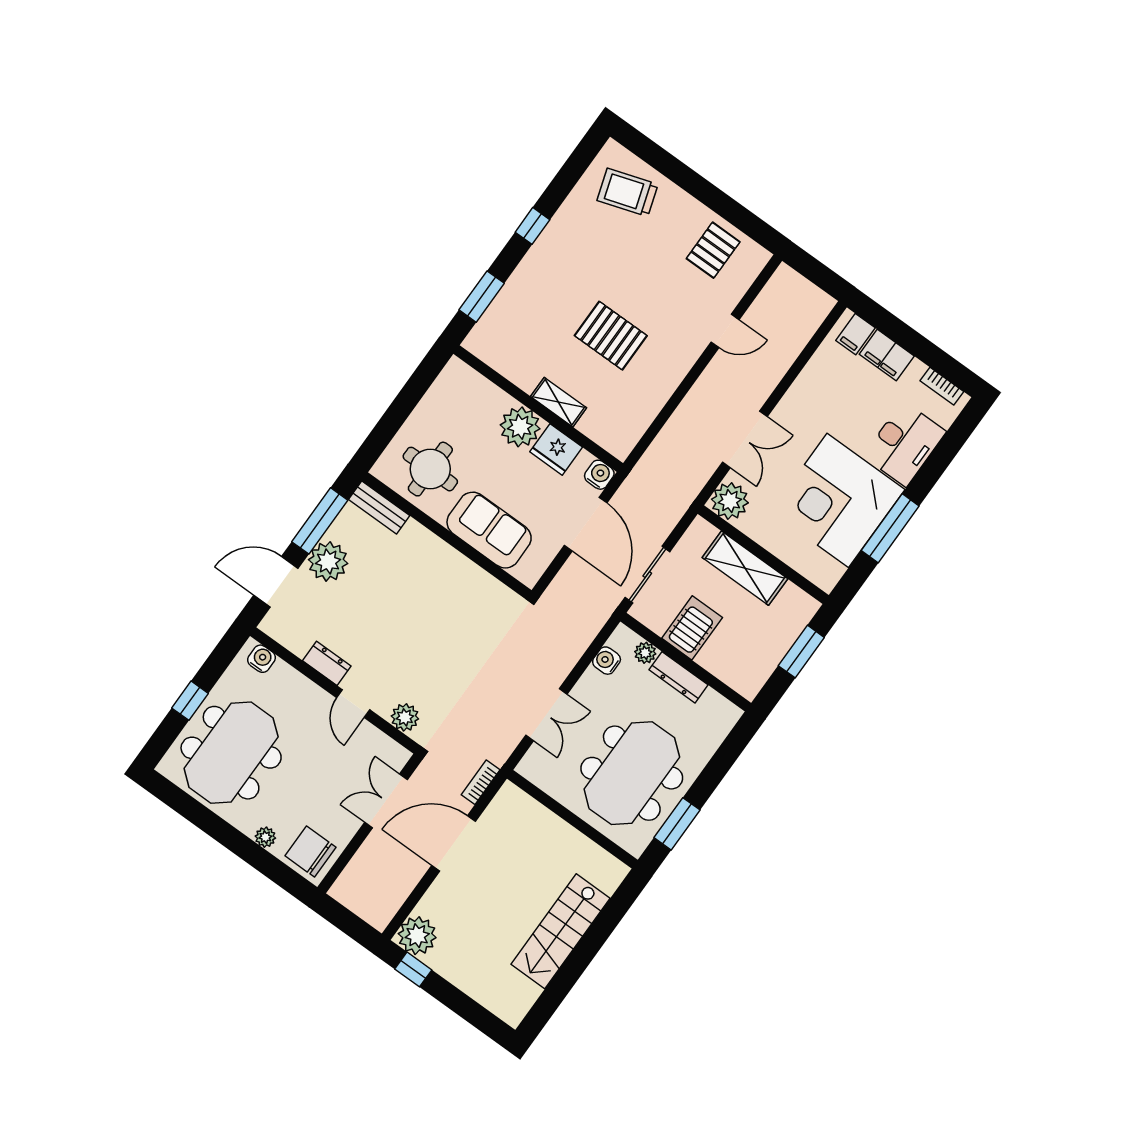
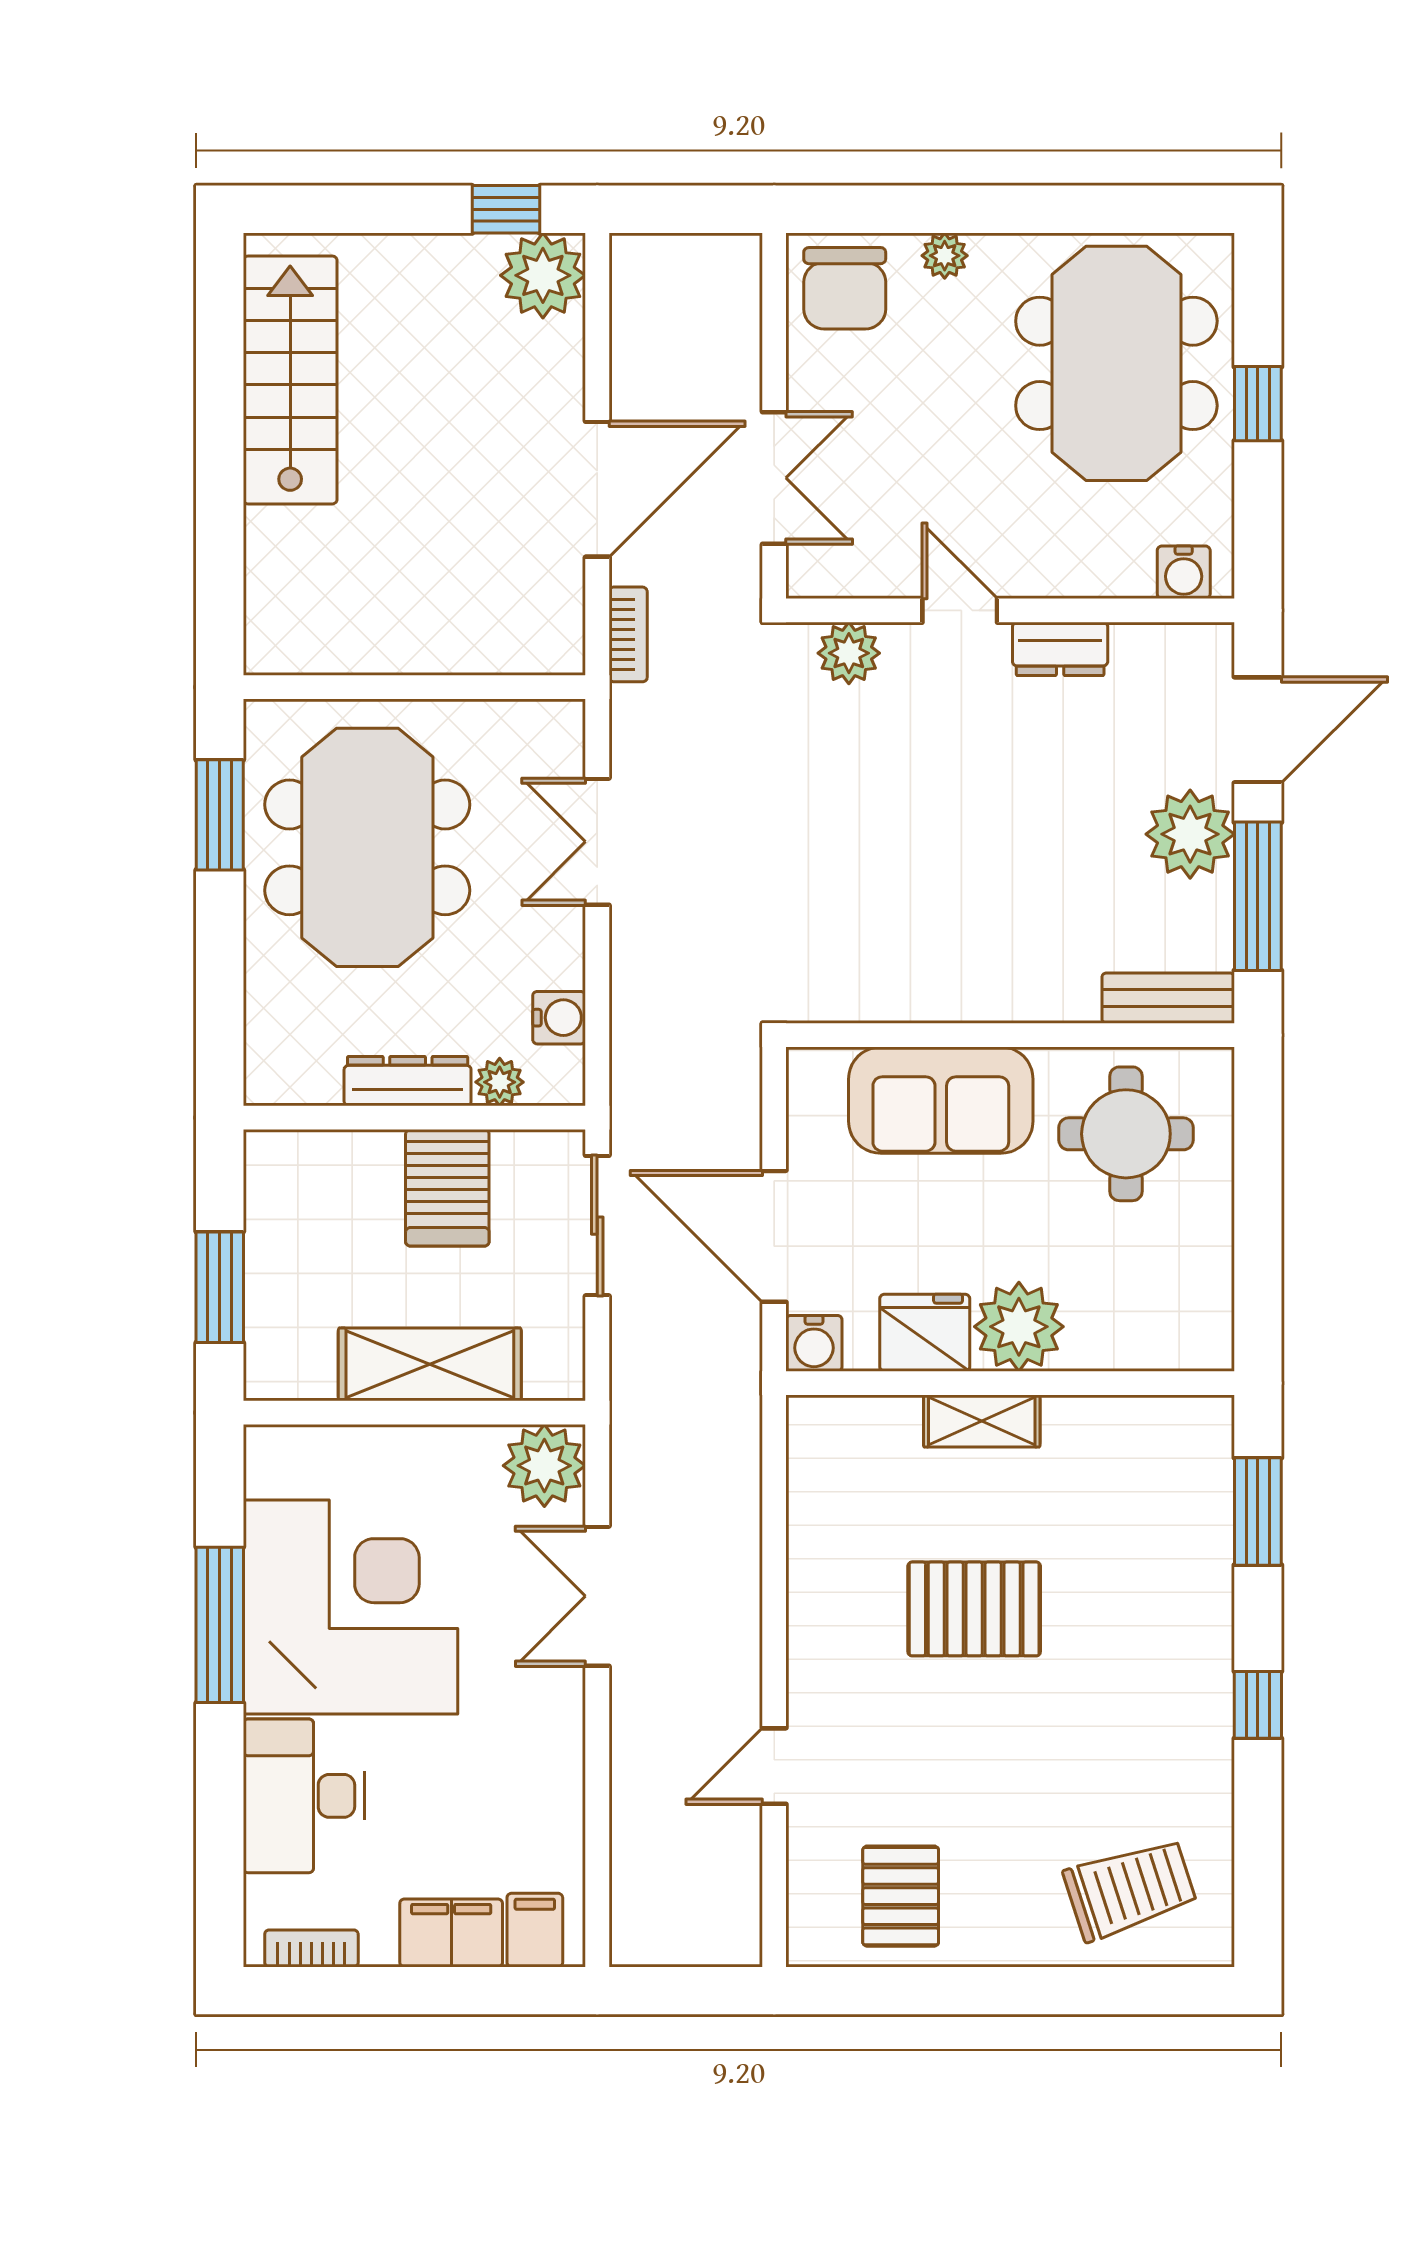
chair: (310, 852) -> (845, 288), turned 90
stairs: (560, 931) -> (290, 380), moved

